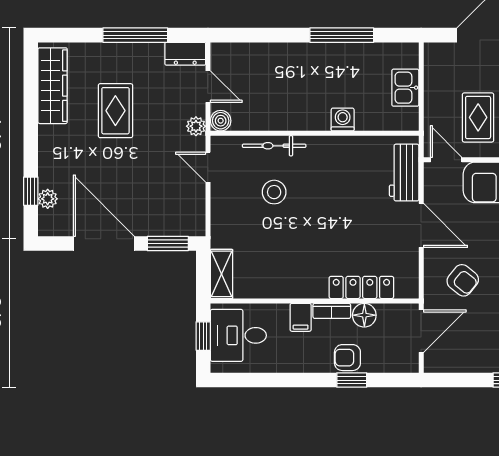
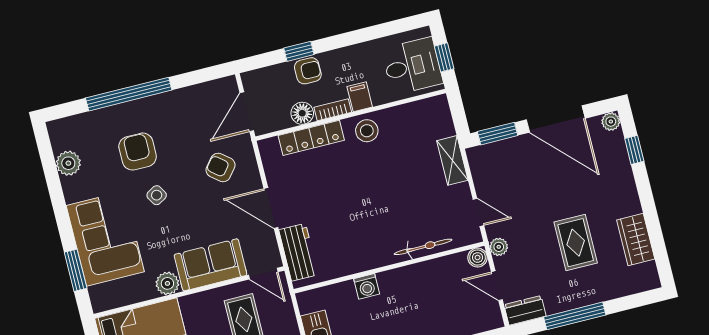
wardrobe: (53, 86) -> (636, 239), width x0.67
stool: (274, 192) -> (367, 131), moved
plant: (48, 199) -> (611, 122), moved
shelving: (221, 274) -> (452, 160), moved

